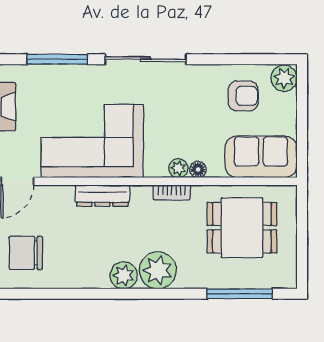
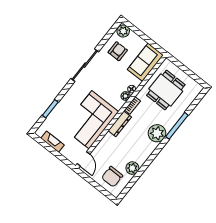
window: (57, 59) -> (50, 109), width x0.69
sliding door: (145, 59) -> (85, 65), moved
dresser: (102, 196) -> (120, 124), moved
plant: (124, 275) -> (132, 168), moved
window: (240, 294) -> (177, 126), moved

